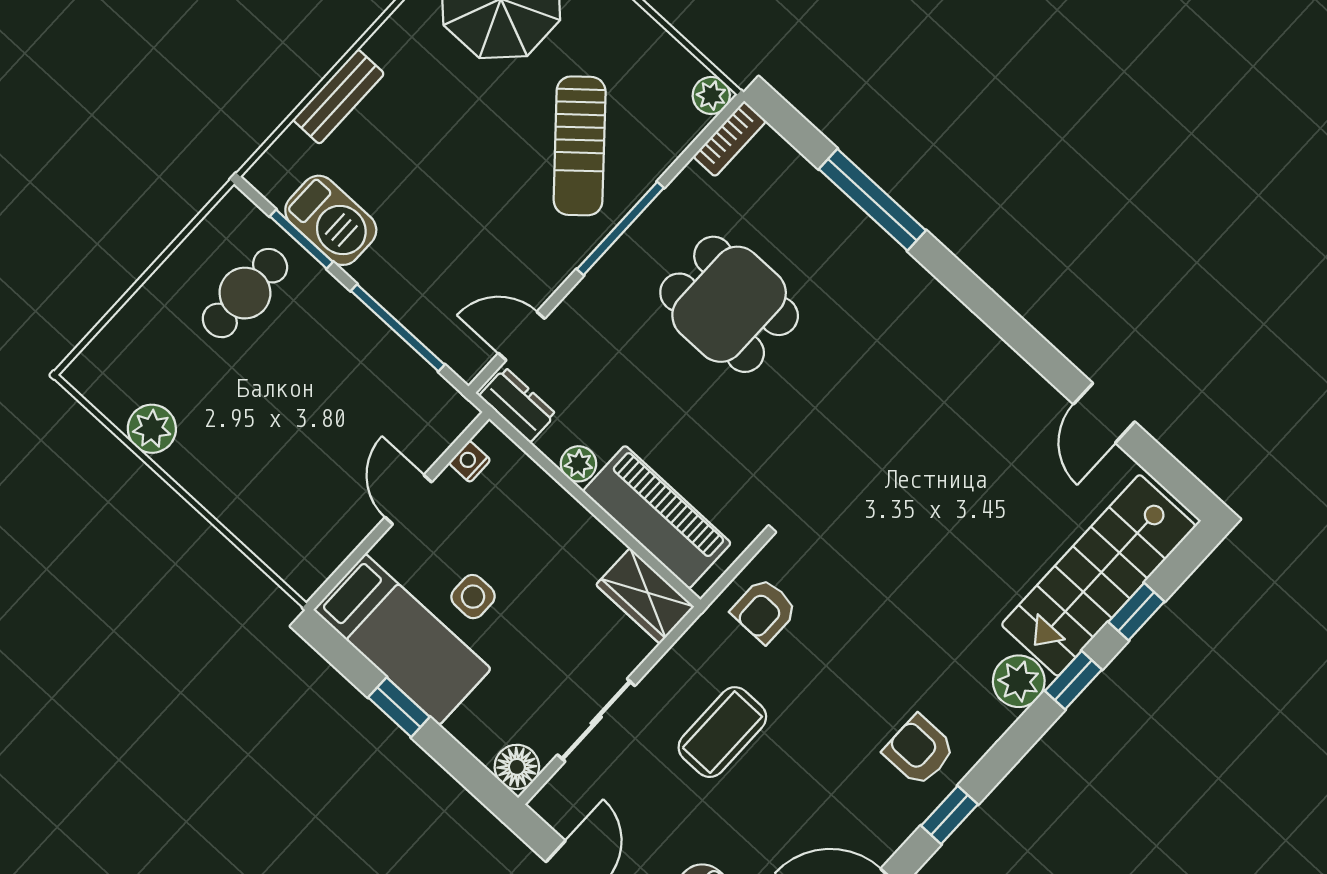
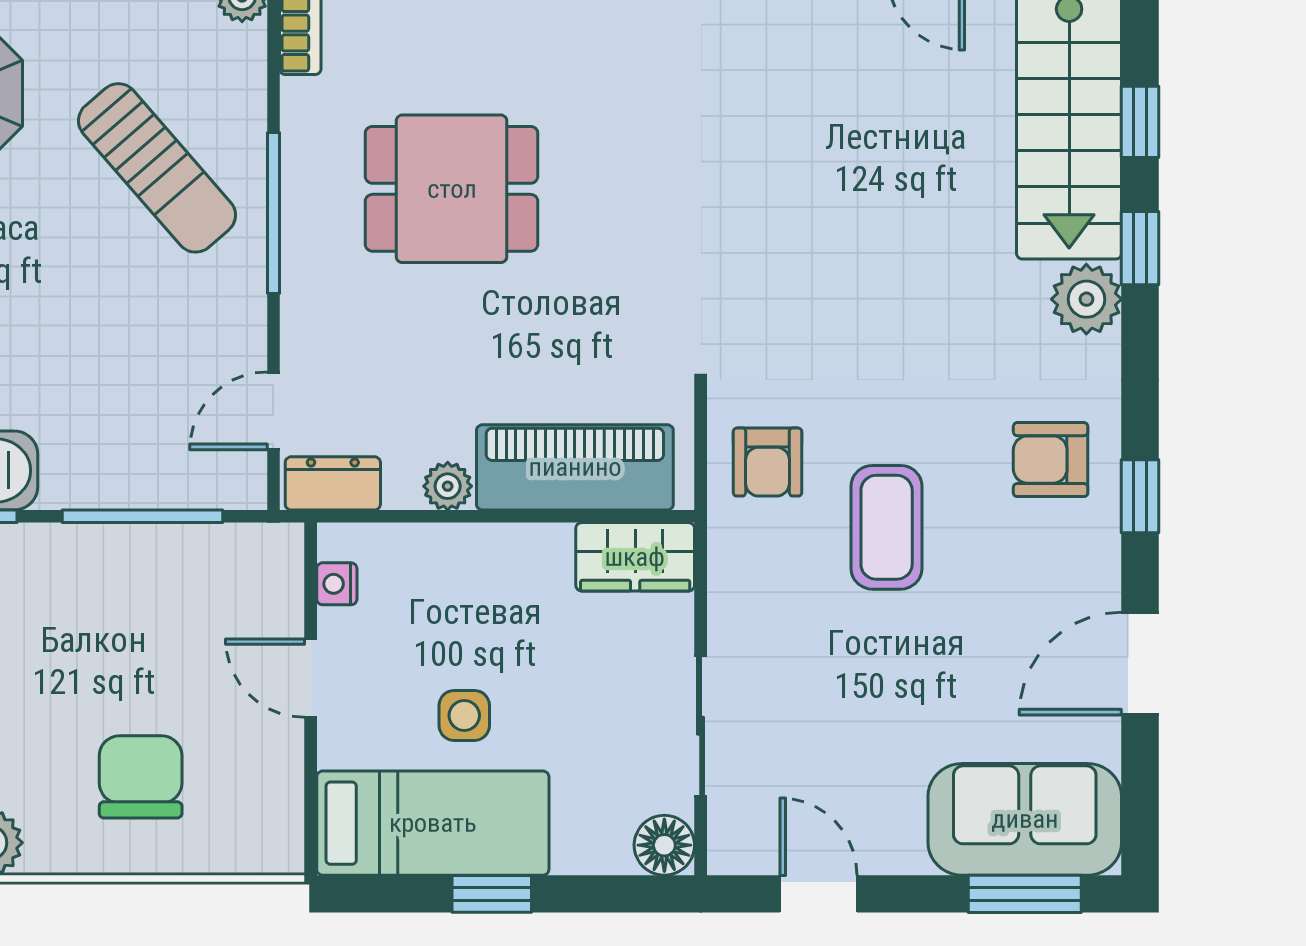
chair: (267, 468) -> (141, 777), added
coffee table: (722, 732) -> (887, 527), moved

